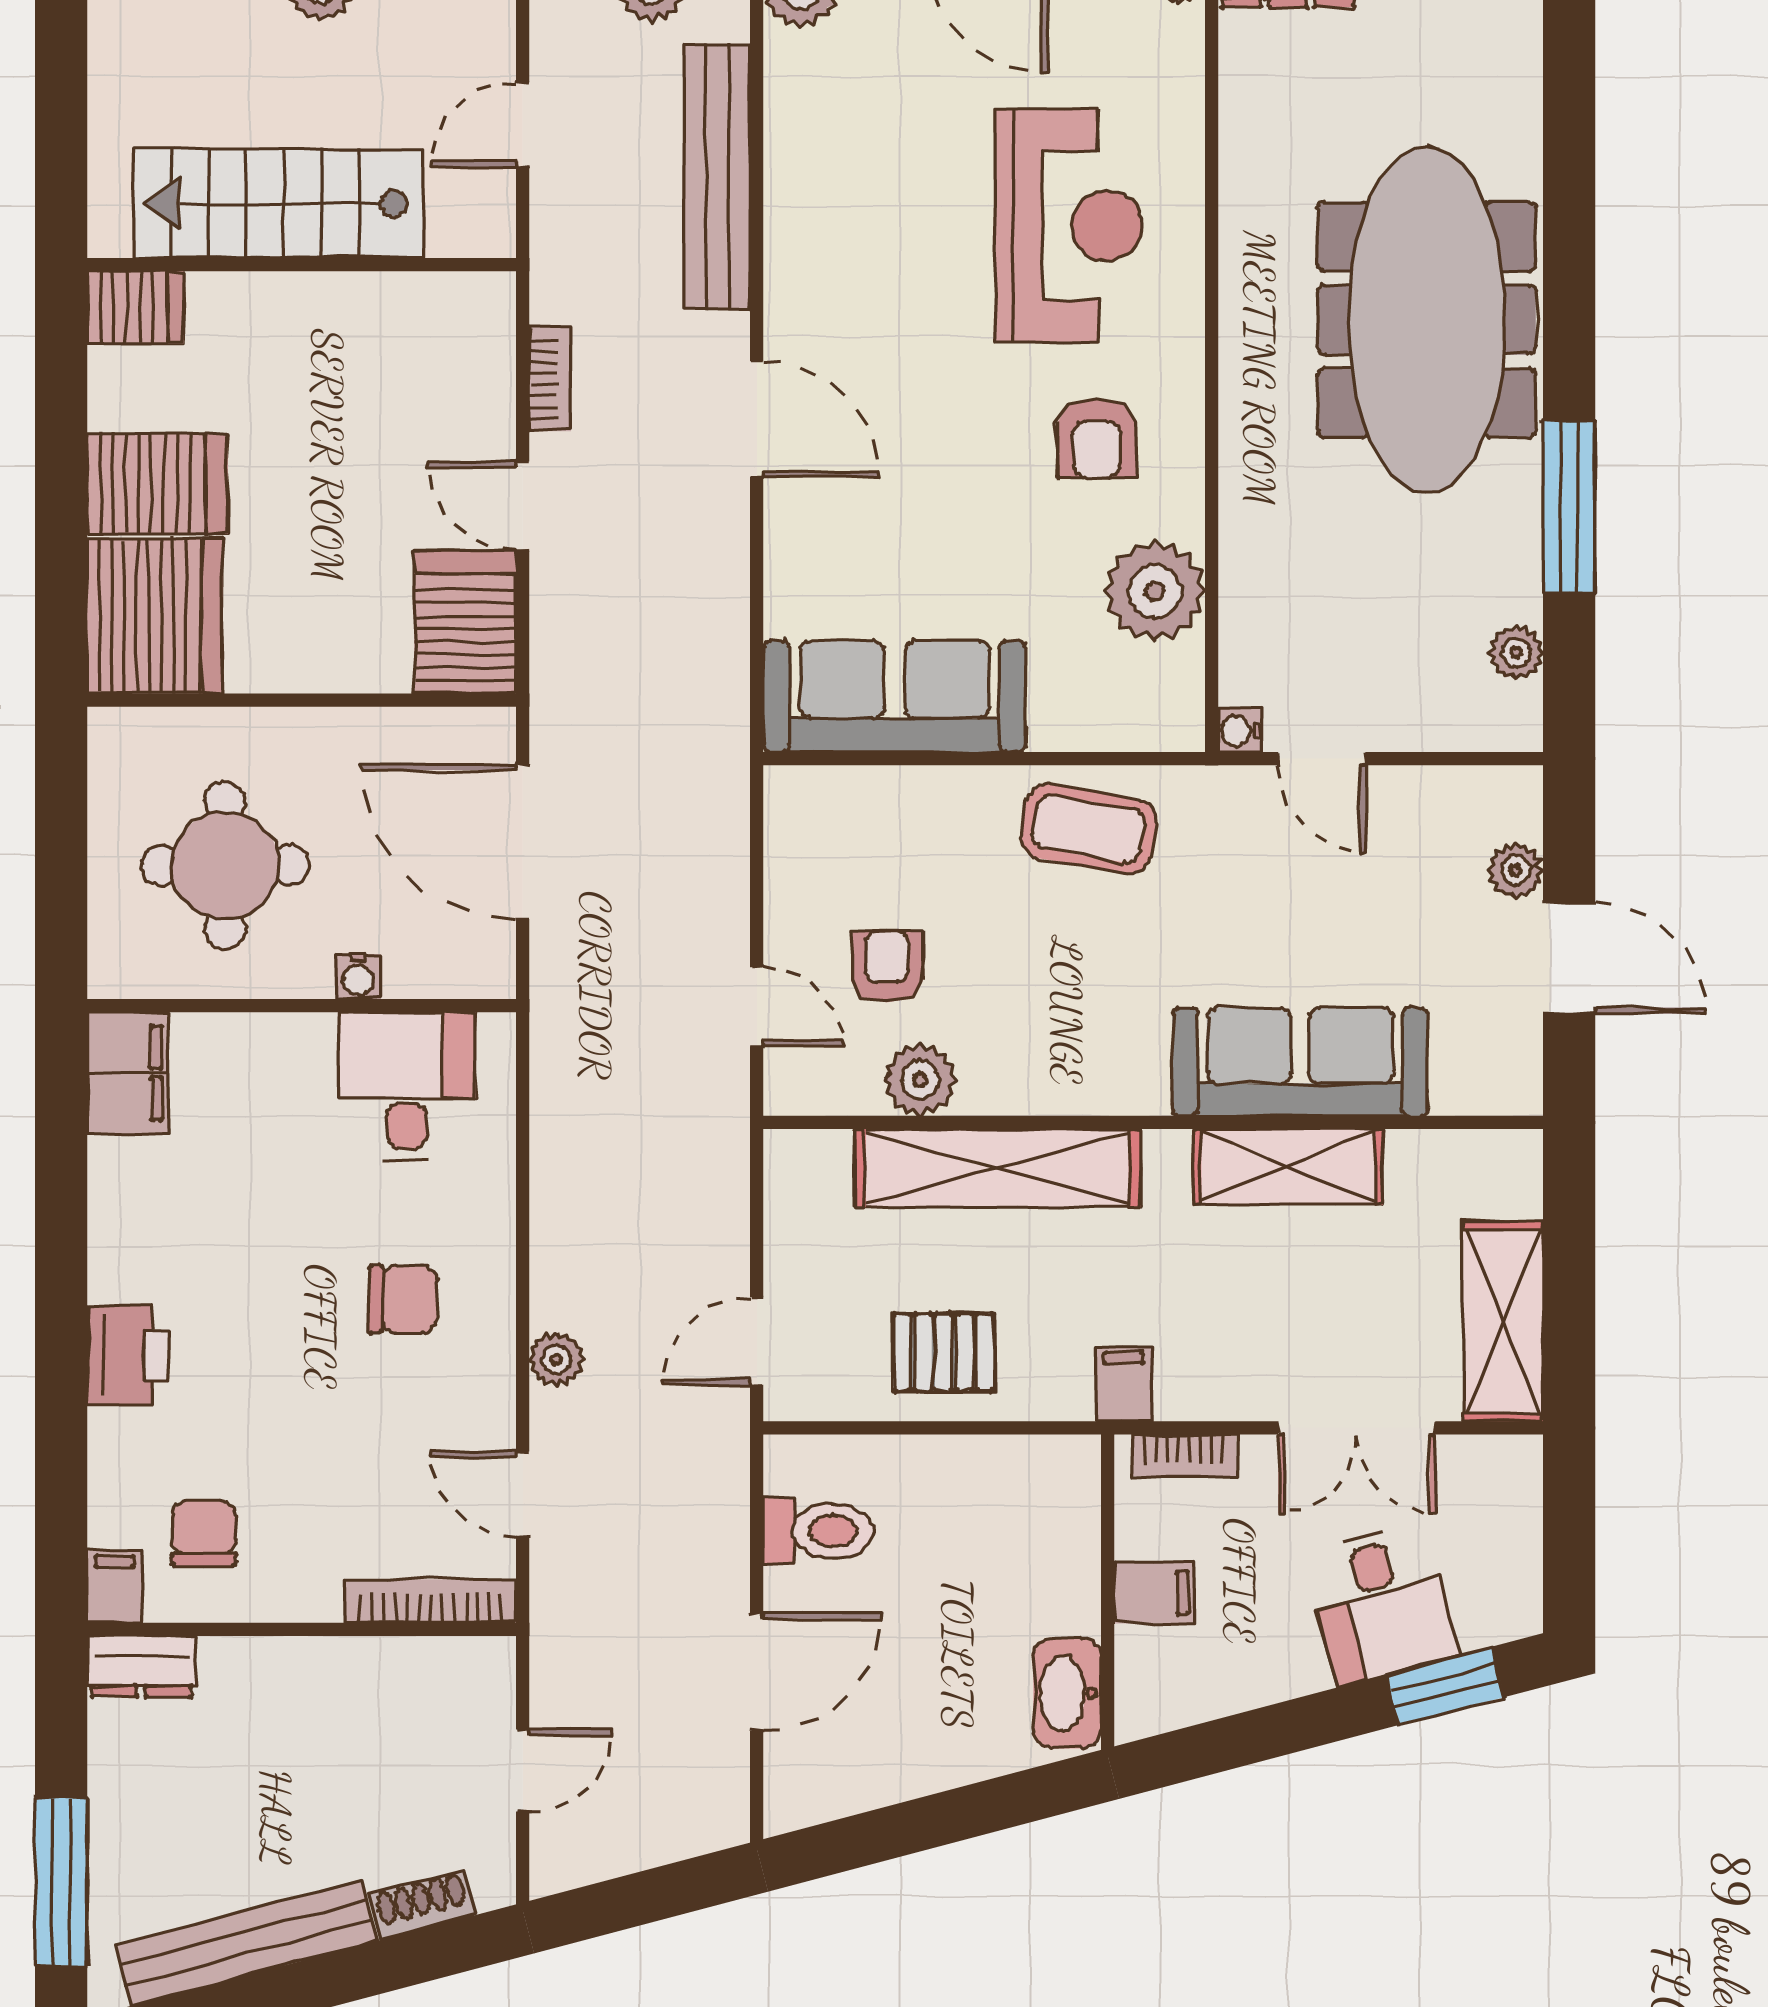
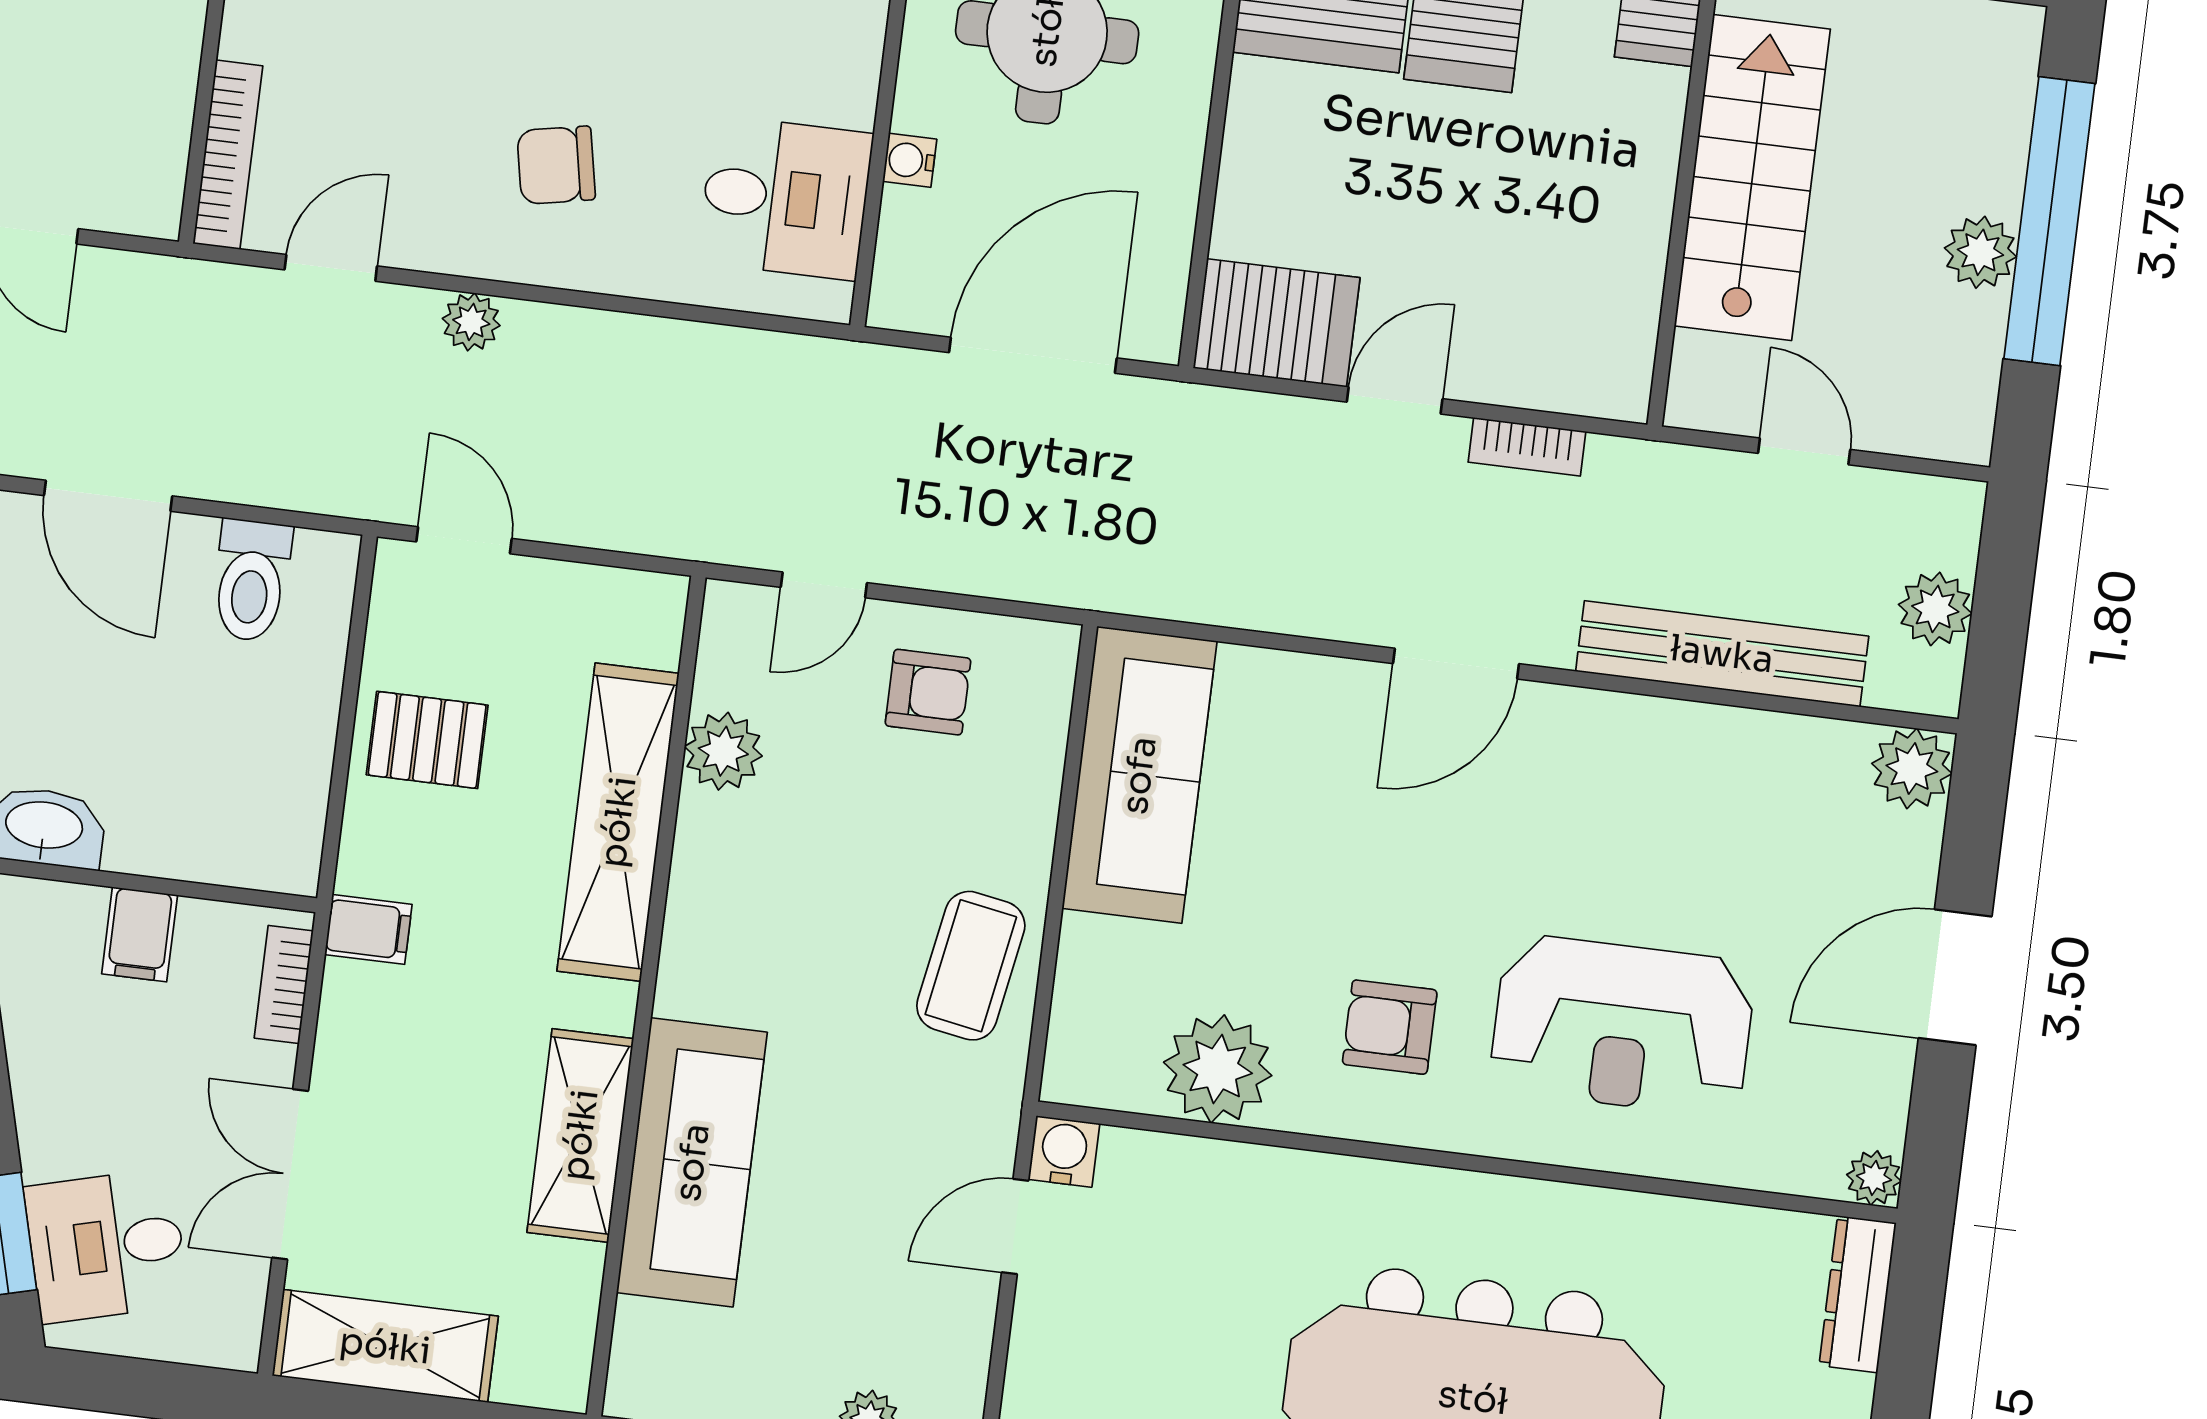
water cooler: (1240, 731) -> (1064, 1151), width x1.38, depth x1.38
armchair: (887, 967) -> (928, 692), moved
chair: (403, 1300) -> (556, 165), turned 78
pallet: (944, 1352) -> (427, 740), turned 90
desk: (1381, 1604) -> (107, 1246), moved

